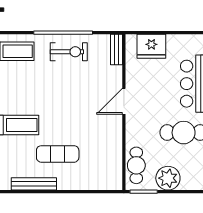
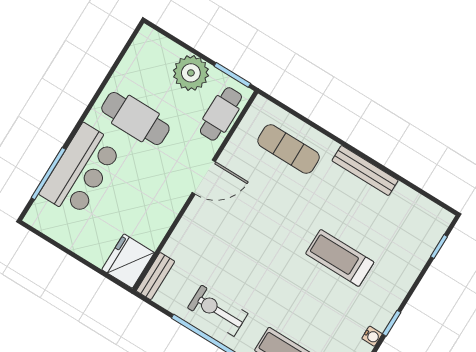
fridge: (151, 46) -> (128, 261), moved, turned -90
door: (124, 101) -> (204, 177), moved
exercise mat: (58, 154) -> (289, 149), moved

